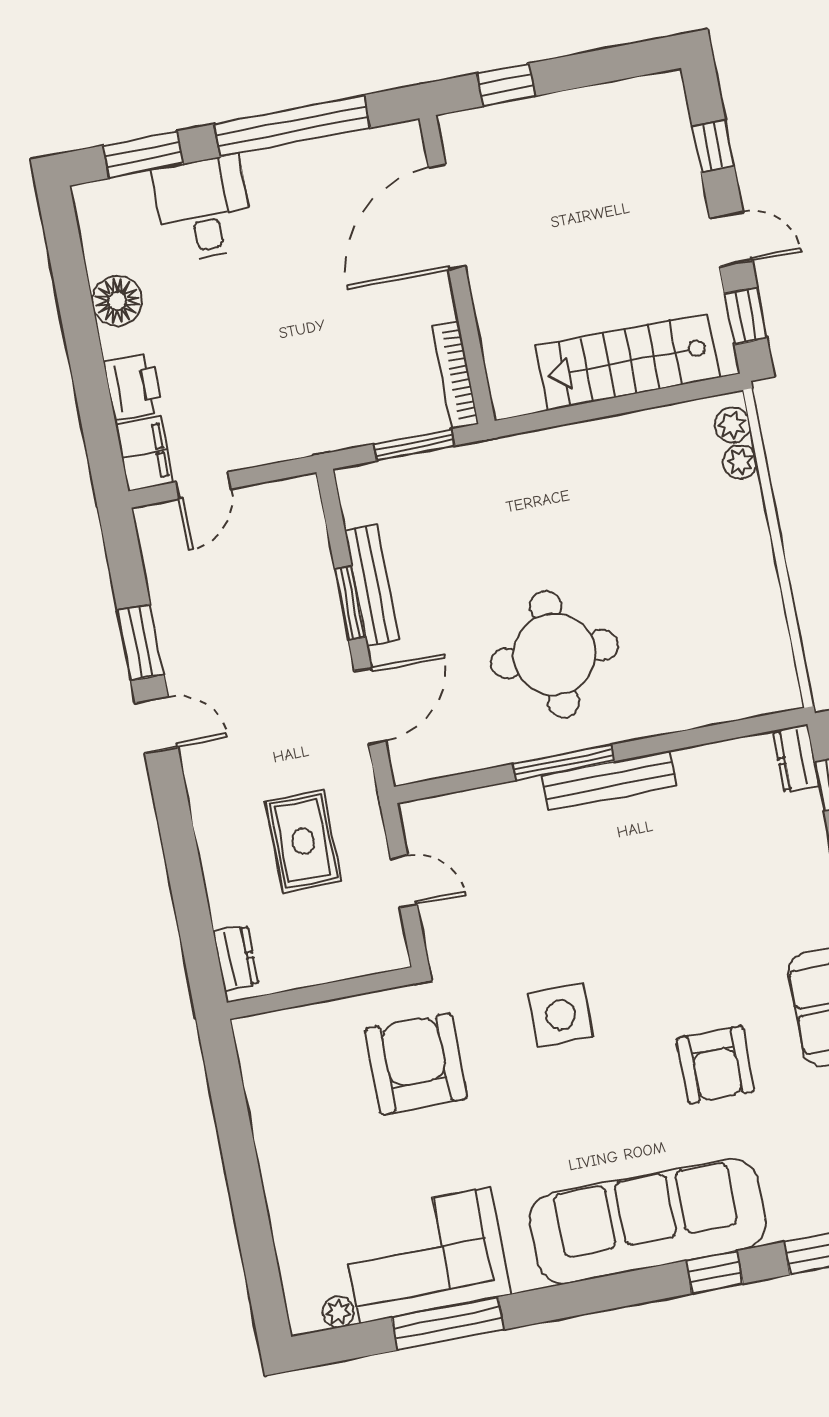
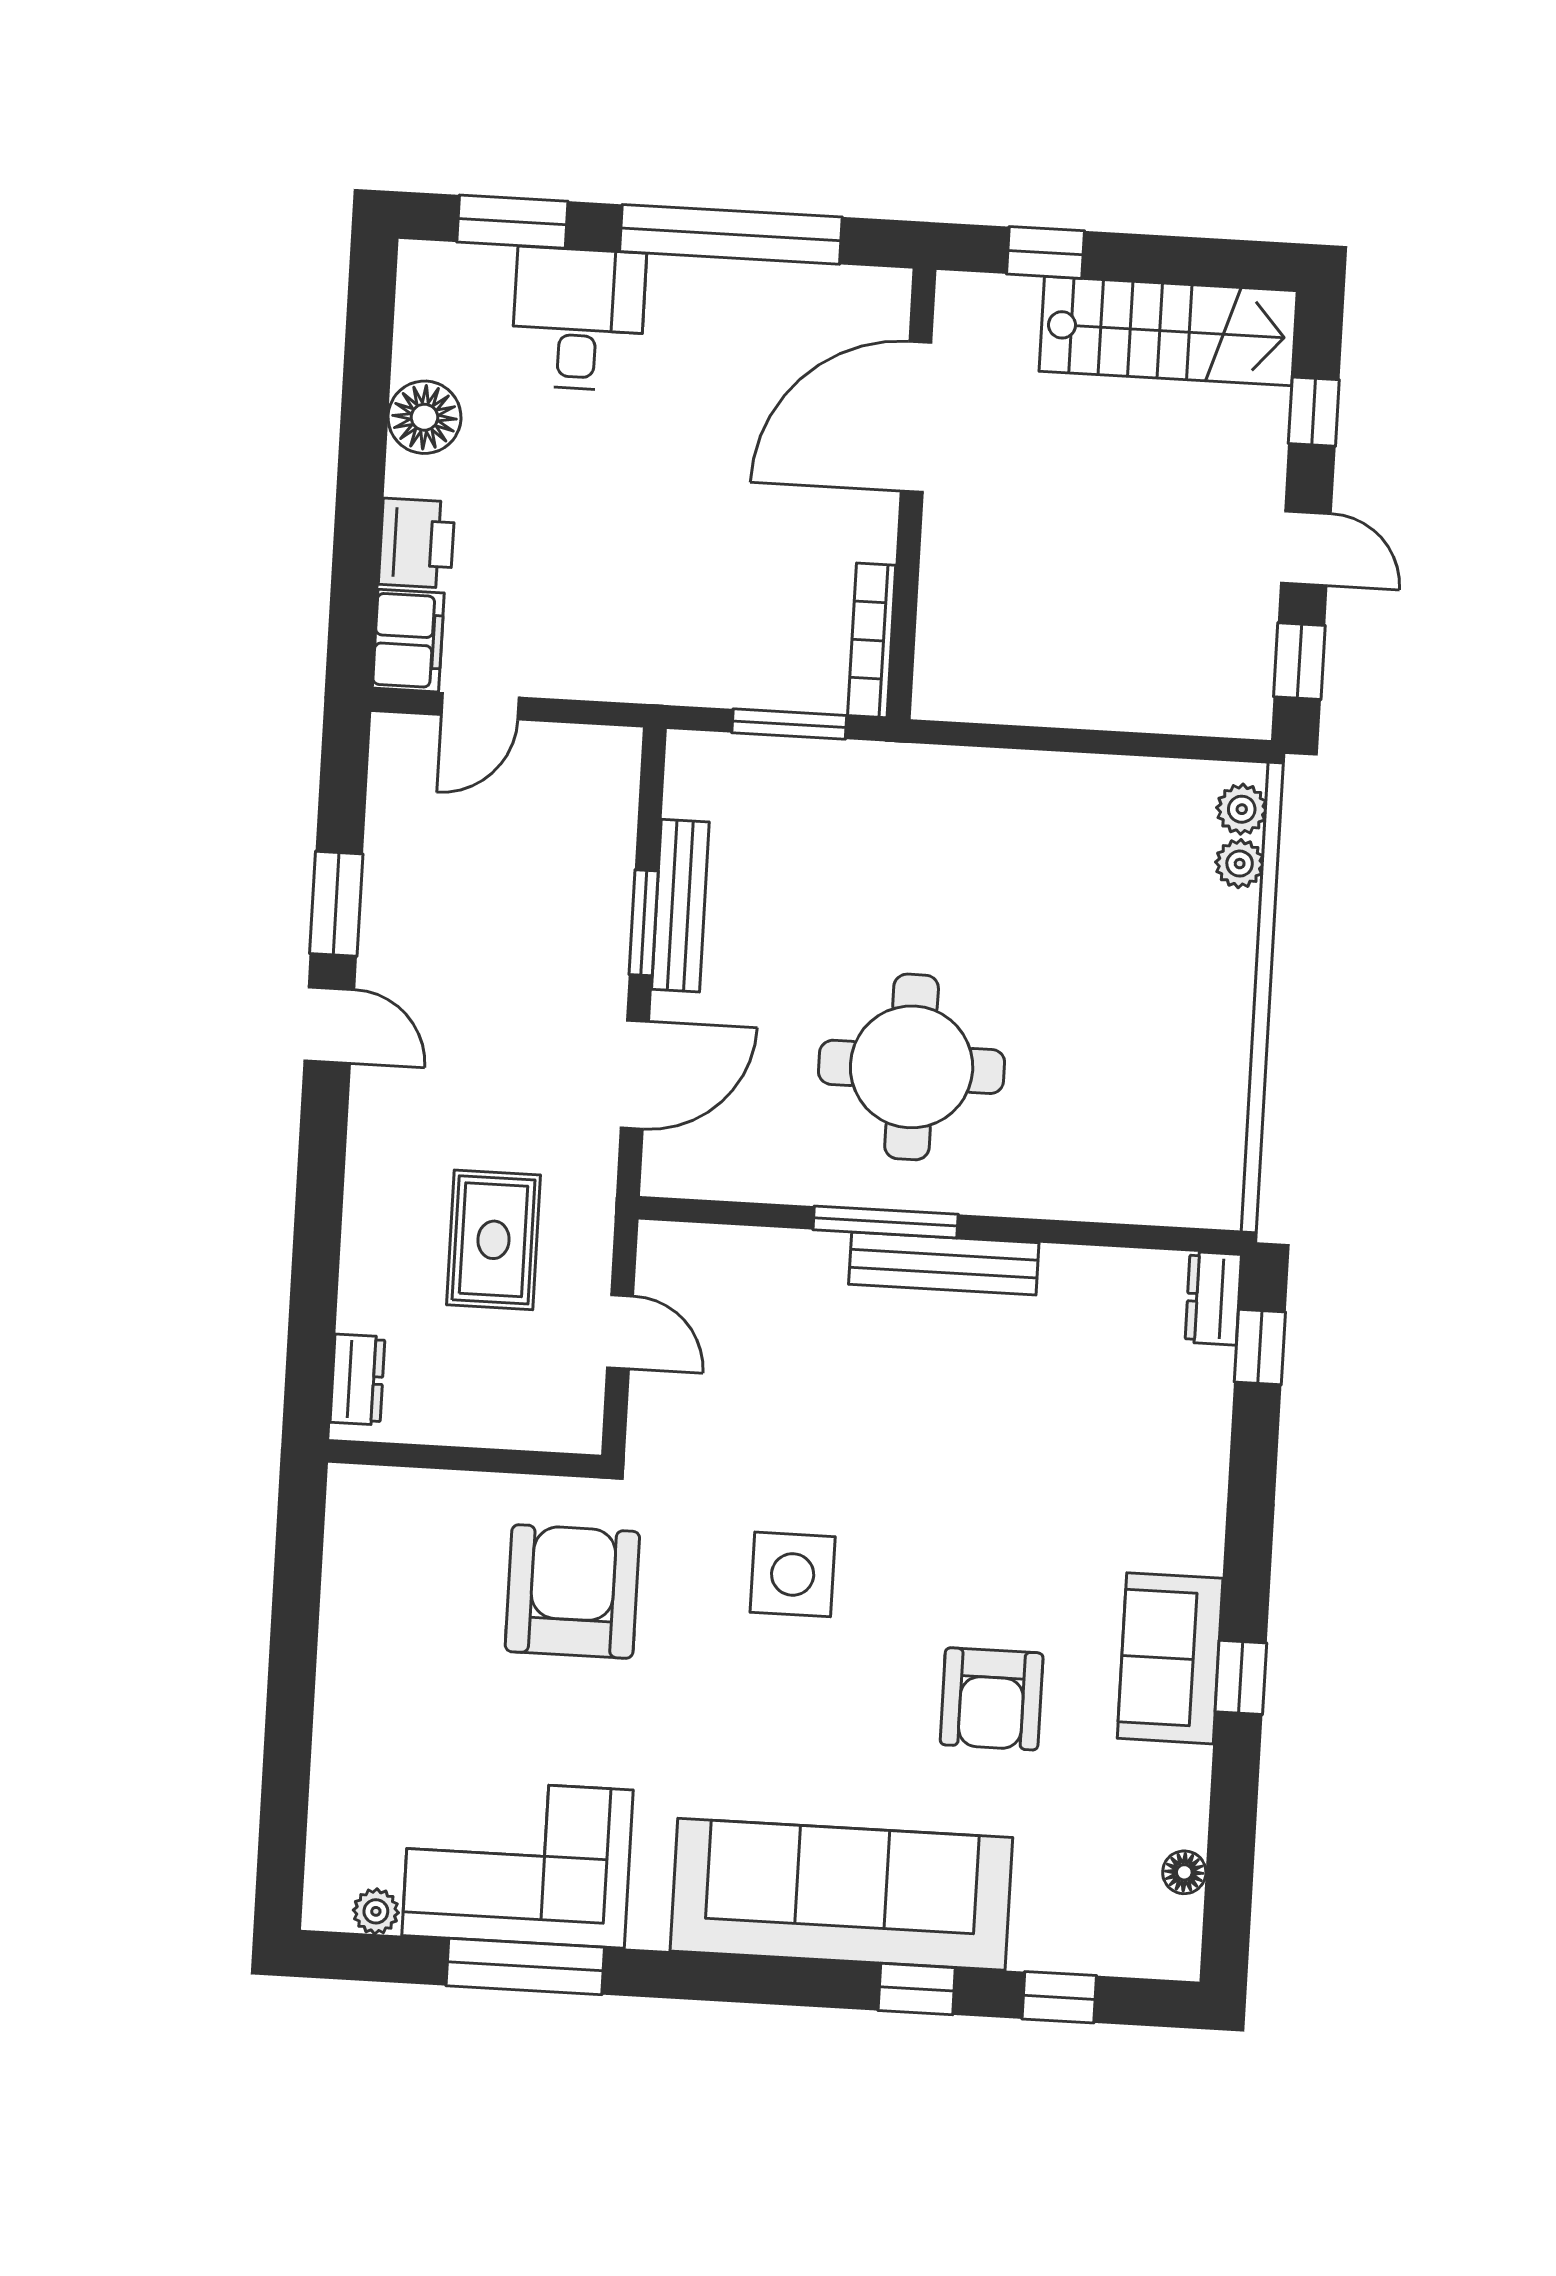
stairs: (628, 362) -> (1168, 331), moved, turned 180

